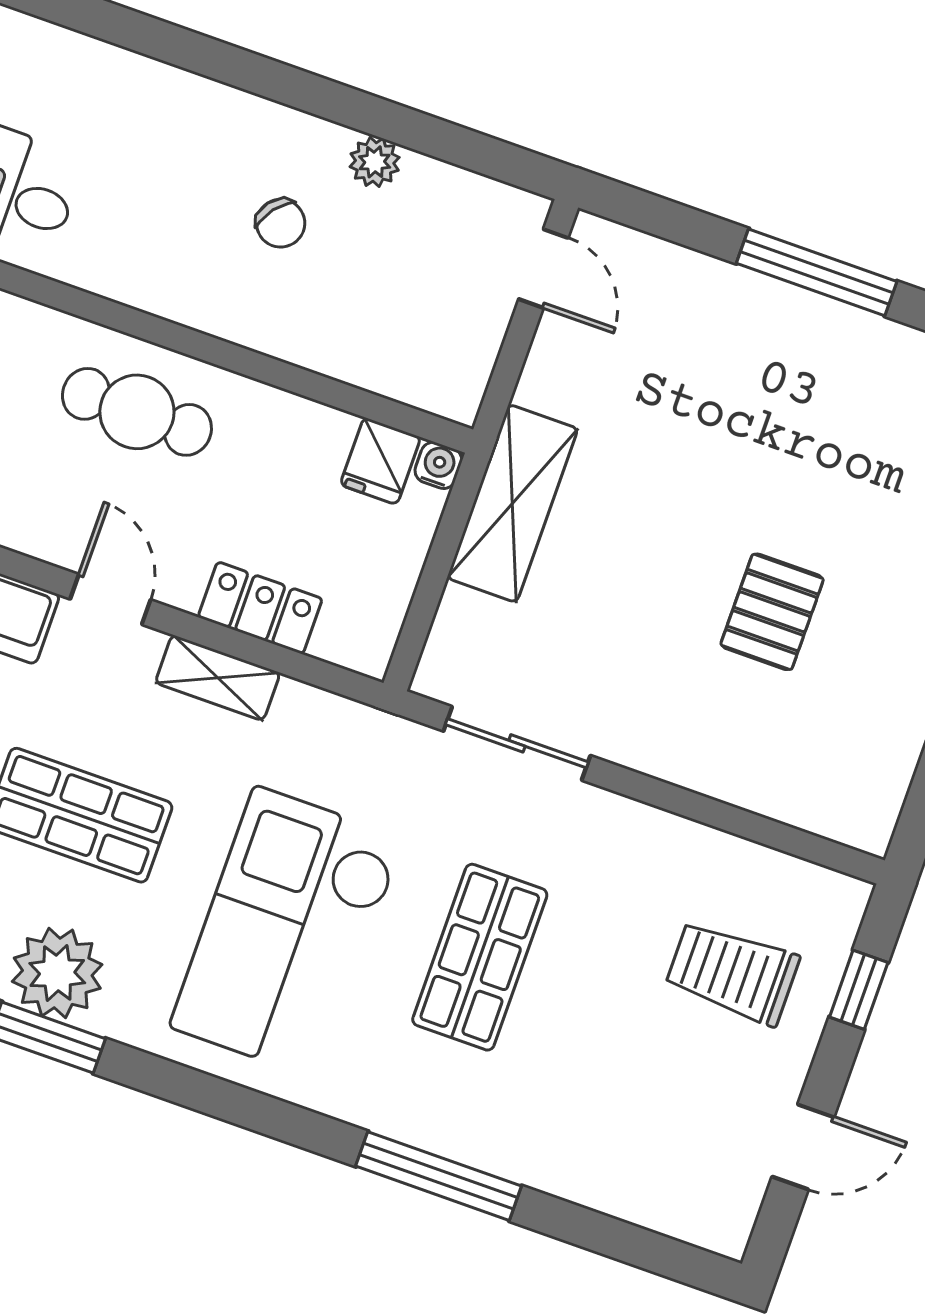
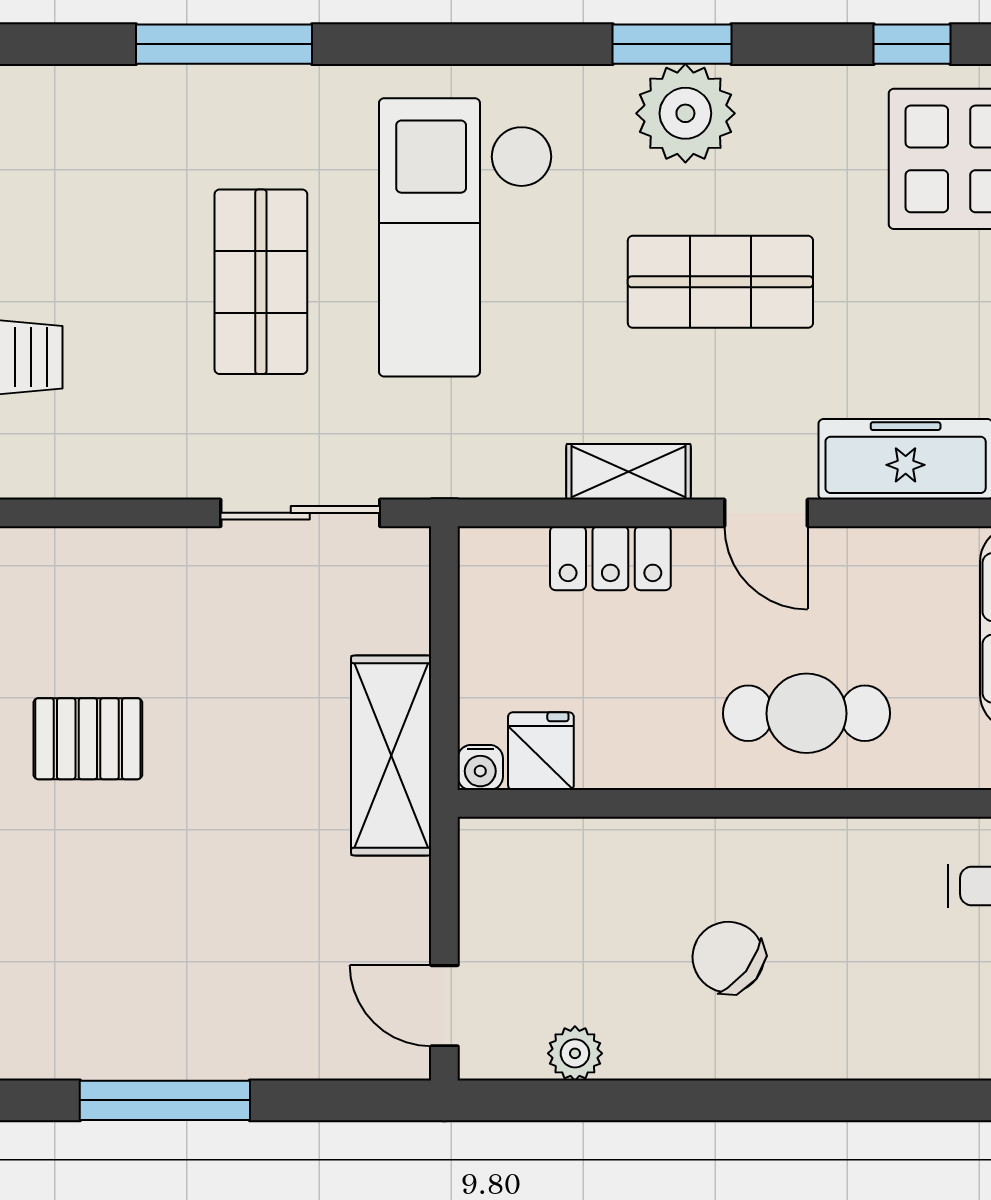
plant: (375, 162) -> (575, 1053), moved
chair: (281, 223) -> (728, 957), width x1.37, depth x1.37
pallet: (772, 612) -> (88, 739), turned 90
checkout: (287, 933) -> (466, 237), turned 180

